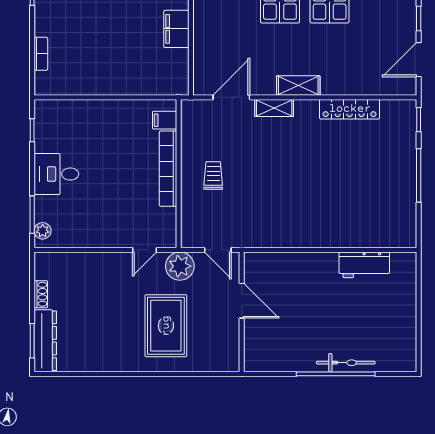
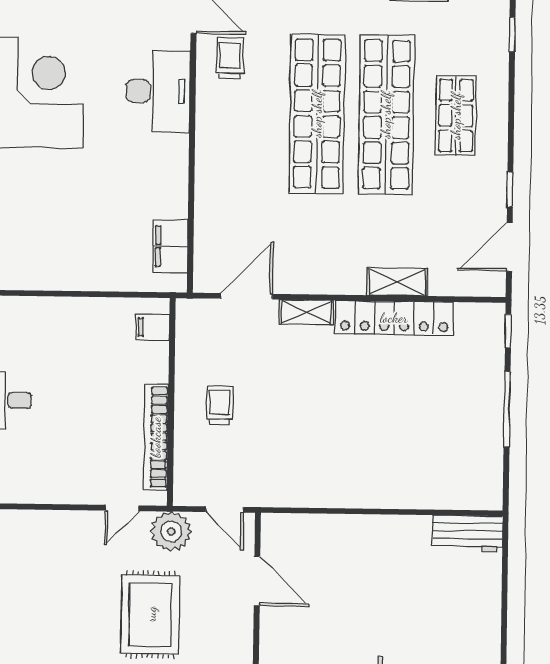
filing cabinet: (176, 29) -> (170, 246), moved
shelving: (298, 85) -> (397, 282), moved
locker: (350, 109) -> (394, 318), width x1.41, depth x1.21
bookcase: (168, 169) -> (156, 437), moved
workbench: (364, 265) -> (467, 534), moved

